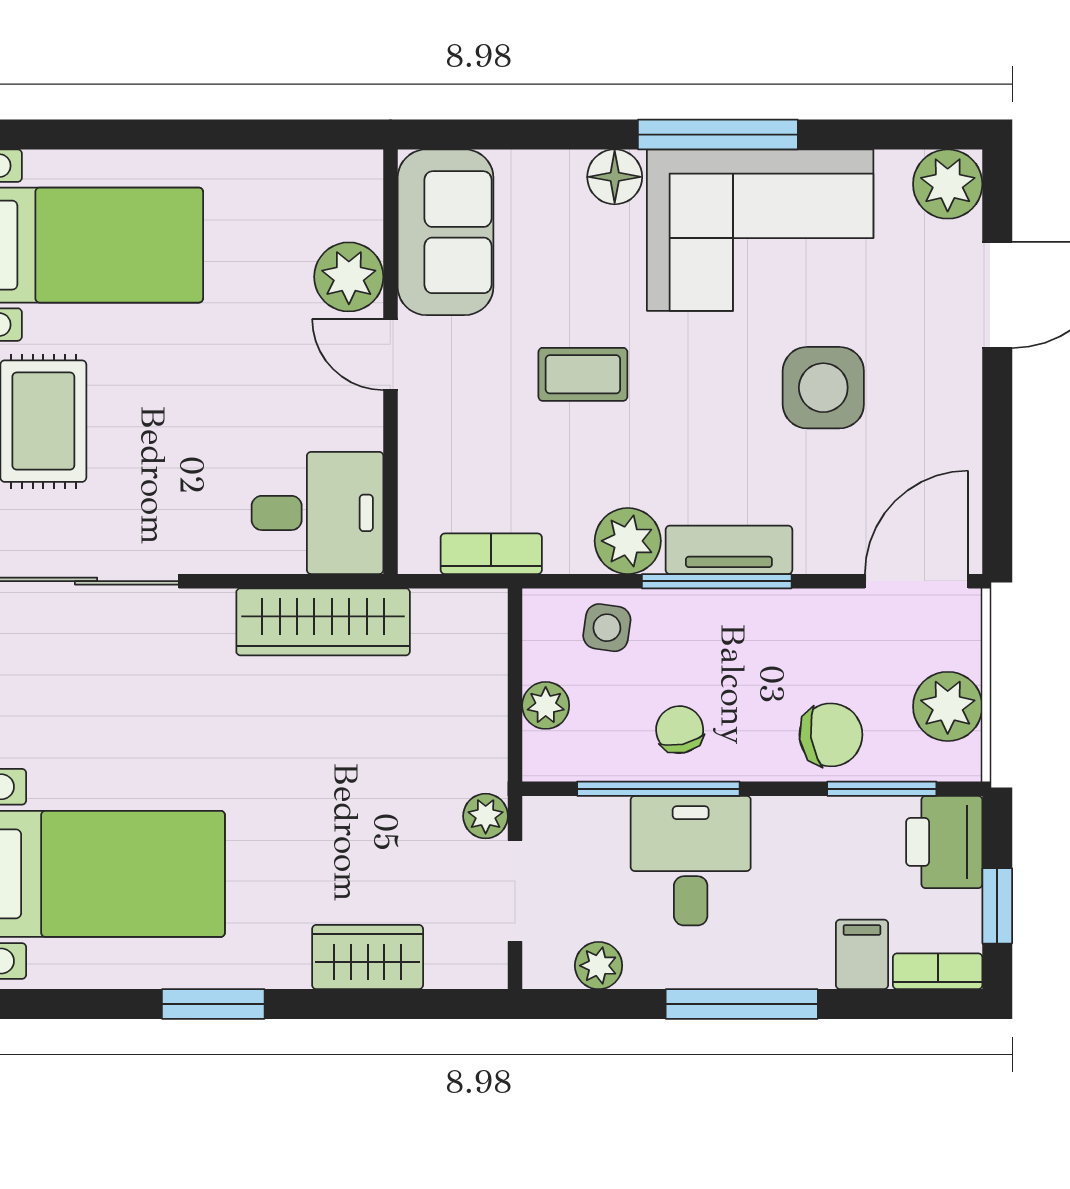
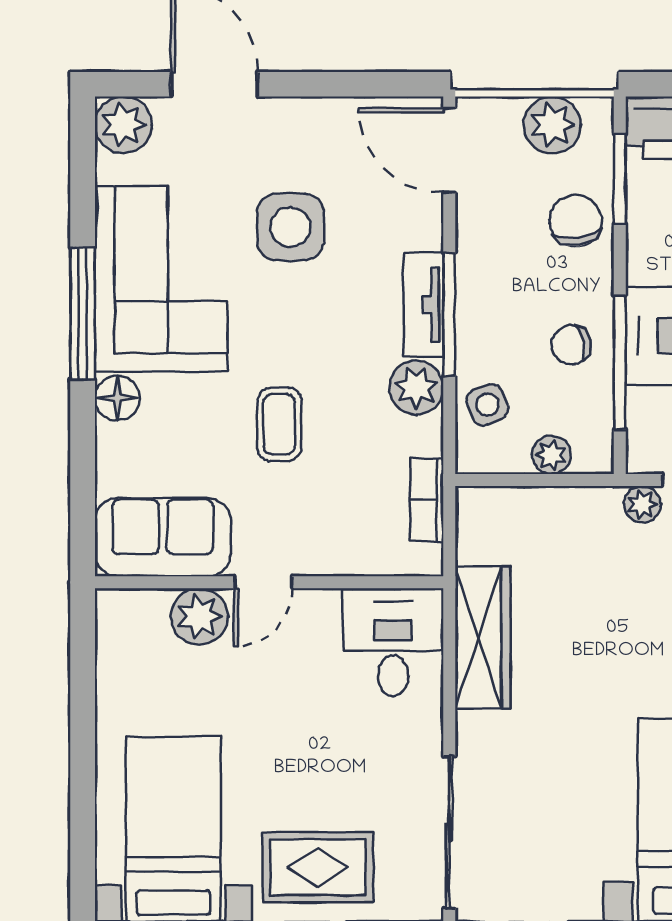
side table: (607, 628) -> (487, 405), turned -31

